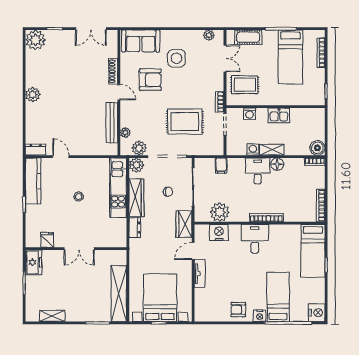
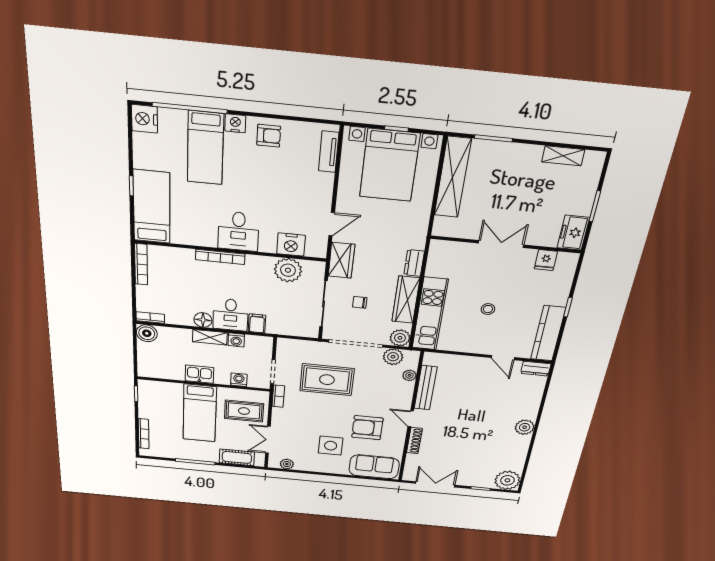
bed: (290, 57) -> (200, 413), moved, turned 180
filing cabinet: (221, 166) -> (257, 323), moved
tv unit: (200, 274) -> (329, 152), moved

